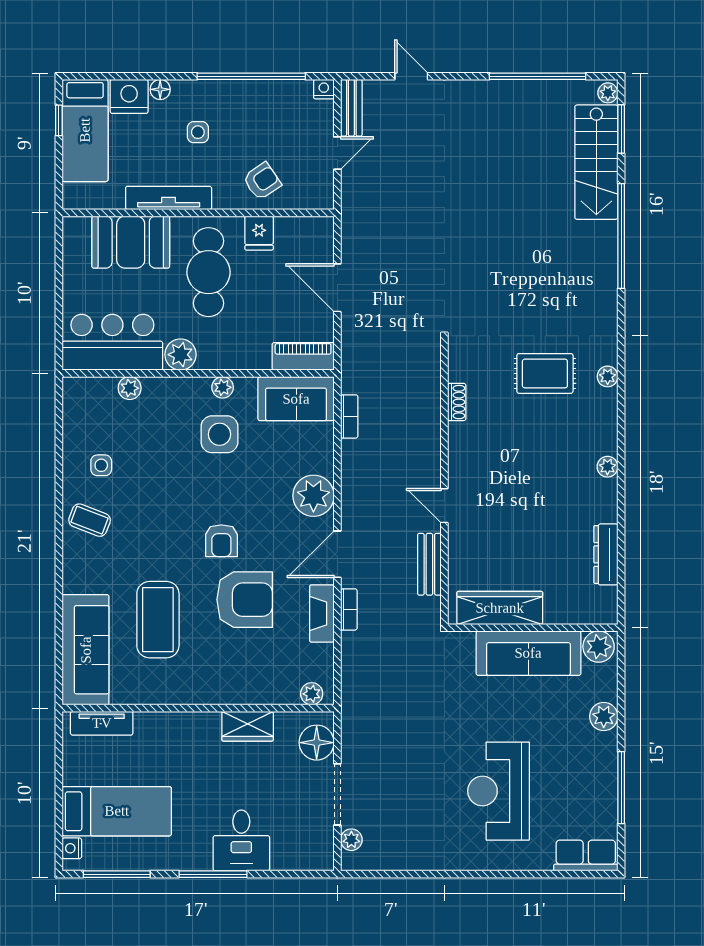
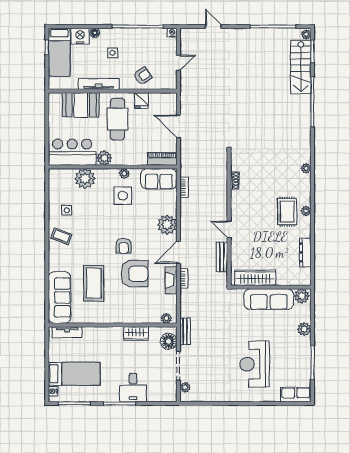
bench: (351, 108) -> (185, 331), moved
rug: (545, 373) -> (287, 212), moved, turned 90
plant: (130, 388) -> (85, 179), width x1.87, depth x1.87

